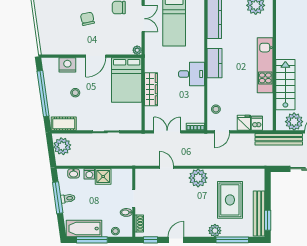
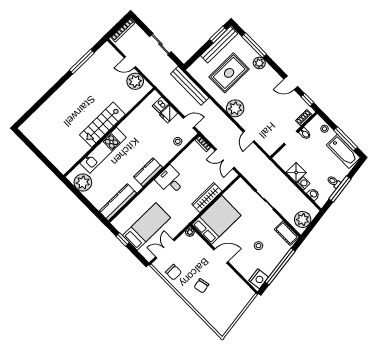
nightstand: (67, 65) -> (259, 279), moved, turned -98
kitchen unit: (265, 65) -> (103, 150), moved
stairs: (285, 85) -> (102, 125), moved
bench: (279, 139) -> (190, 86), moved

